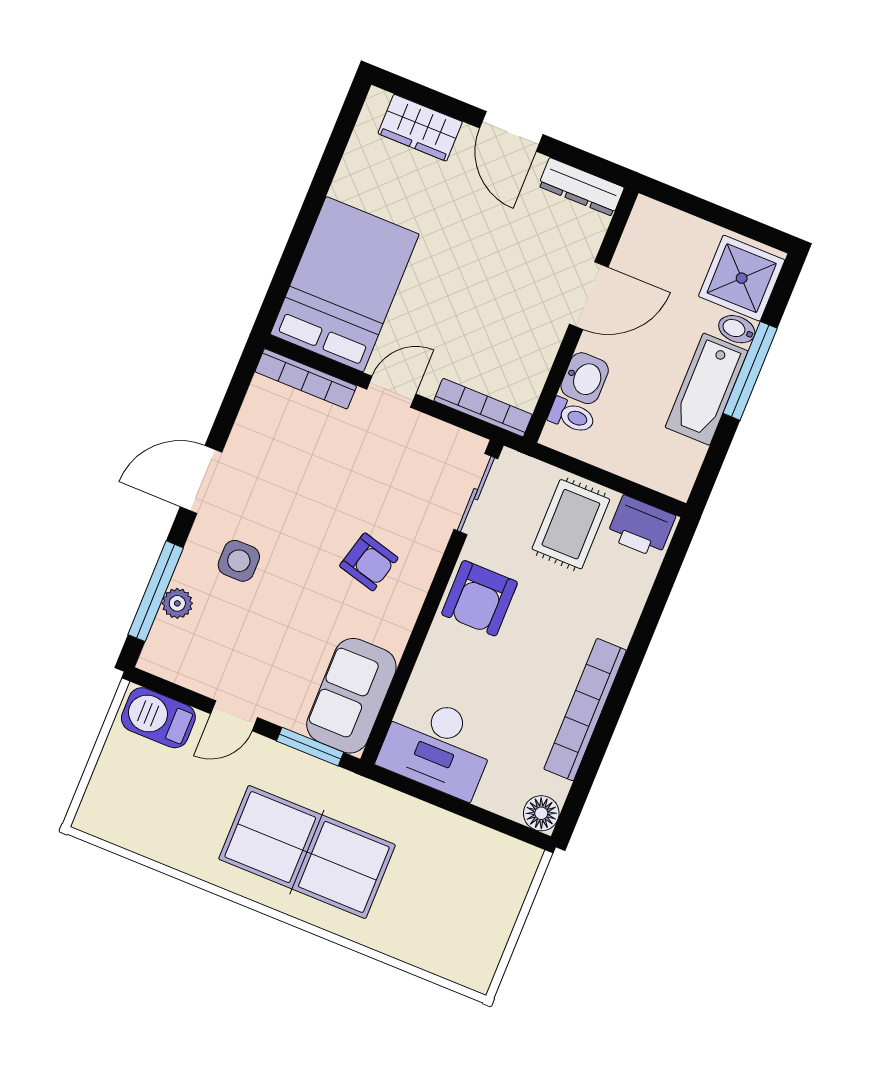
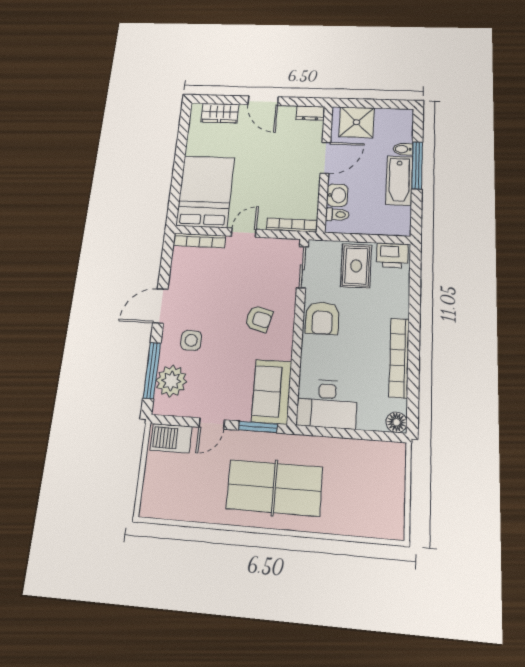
dresser: (581, 187) -> (310, 113), width x0.70
shower: (742, 278) -> (357, 122), moved
plant: (177, 603) -> (171, 381), width x1.87, depth x1.87

